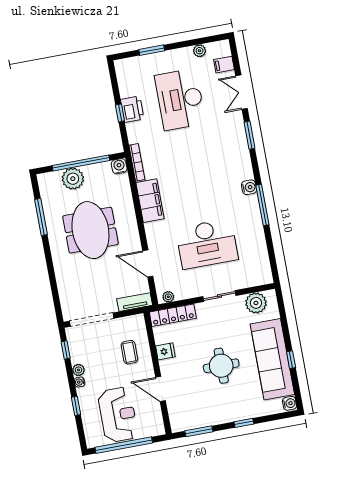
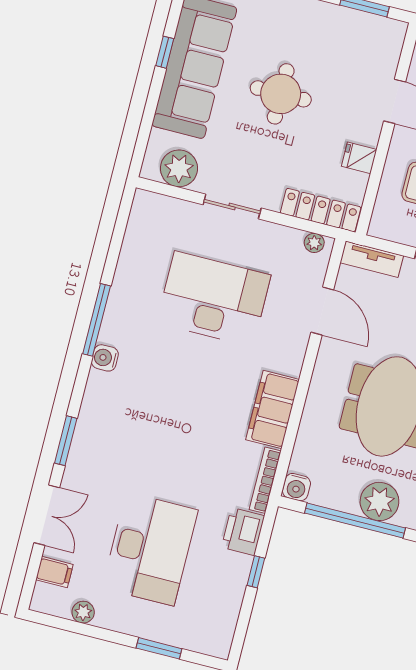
printer: (132, 109) -> (243, 532), moved

